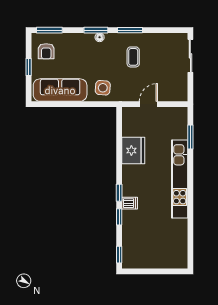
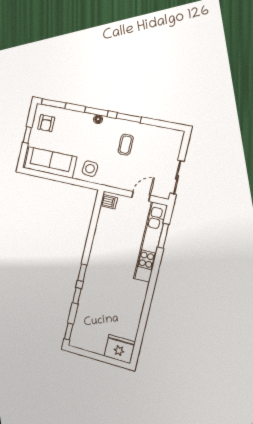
sliding door: (190, 56) -> (177, 177), moved
door: (148, 104) -> (141, 196), moved
fridge: (133, 151) -> (119, 349), moved, turned -90
kitchen unit: (180, 179) -> (151, 242), moved
dishwasher: (130, 203) -> (109, 202), moved

